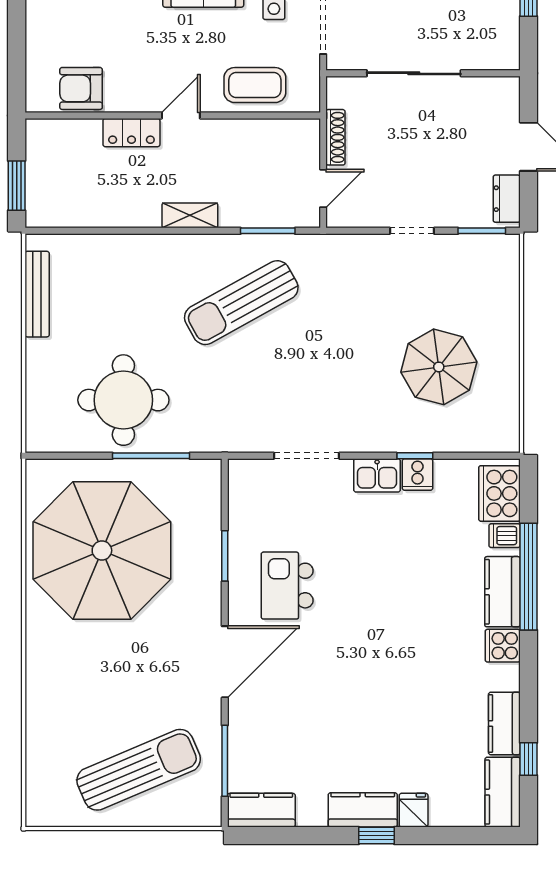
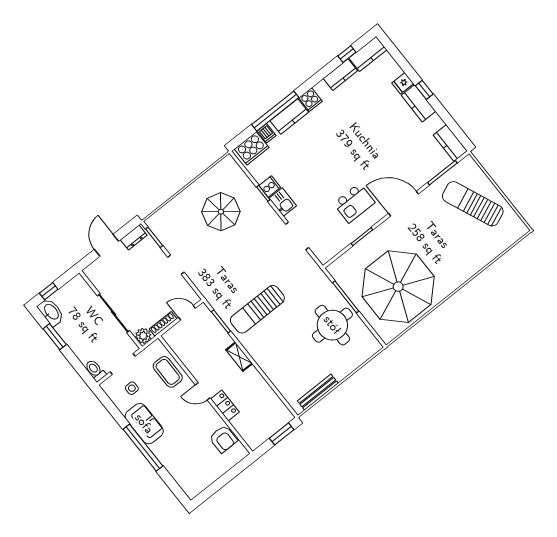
plant: (342, 92) -> (143, 336), added
sun lounger: (241, 303) -> (257, 309), turned 119

